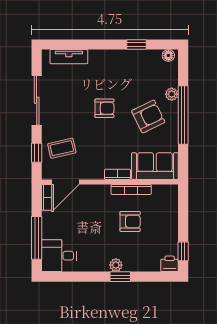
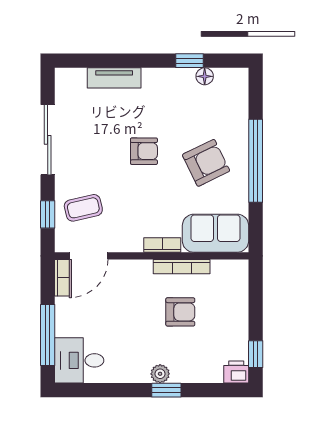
floor lamp: (168, 55) -> (205, 76), moved
tv unit: (69, 57) -> (114, 78), moved
plant: (172, 94) -> (239, 131), removed

